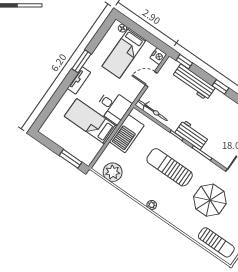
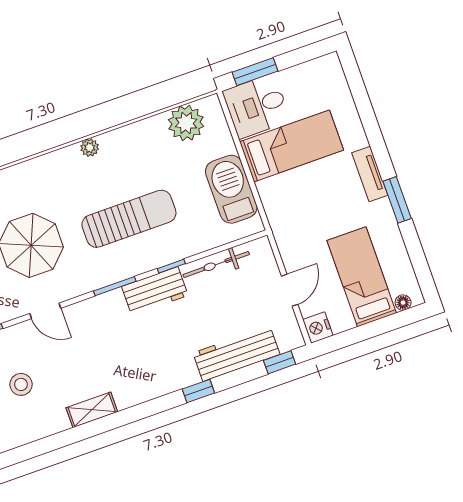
desk: (113, 106) -> (257, 106), moved
bicycle: (153, 110) -> (216, 264), moved

